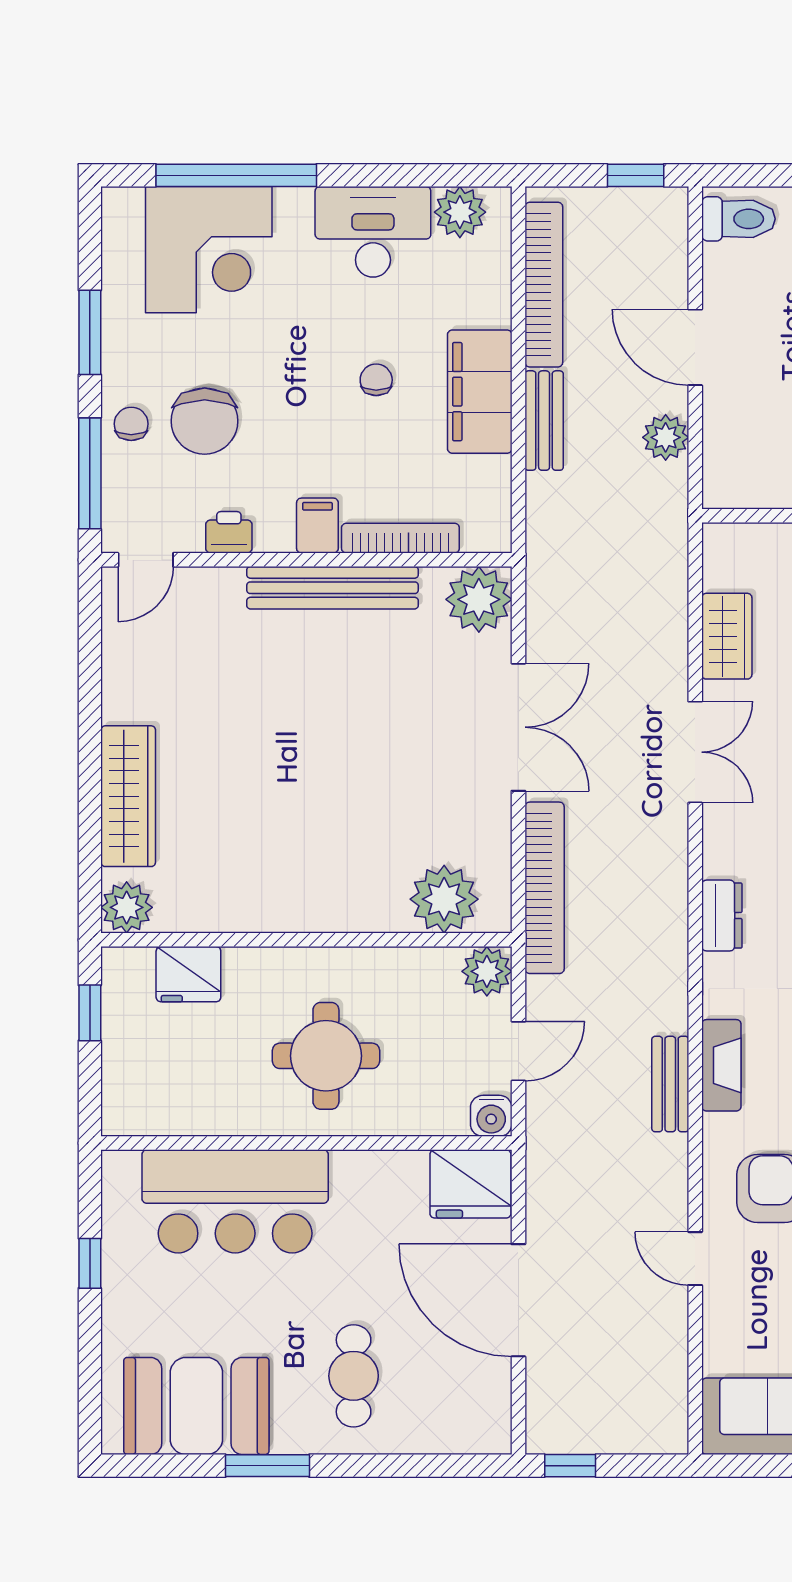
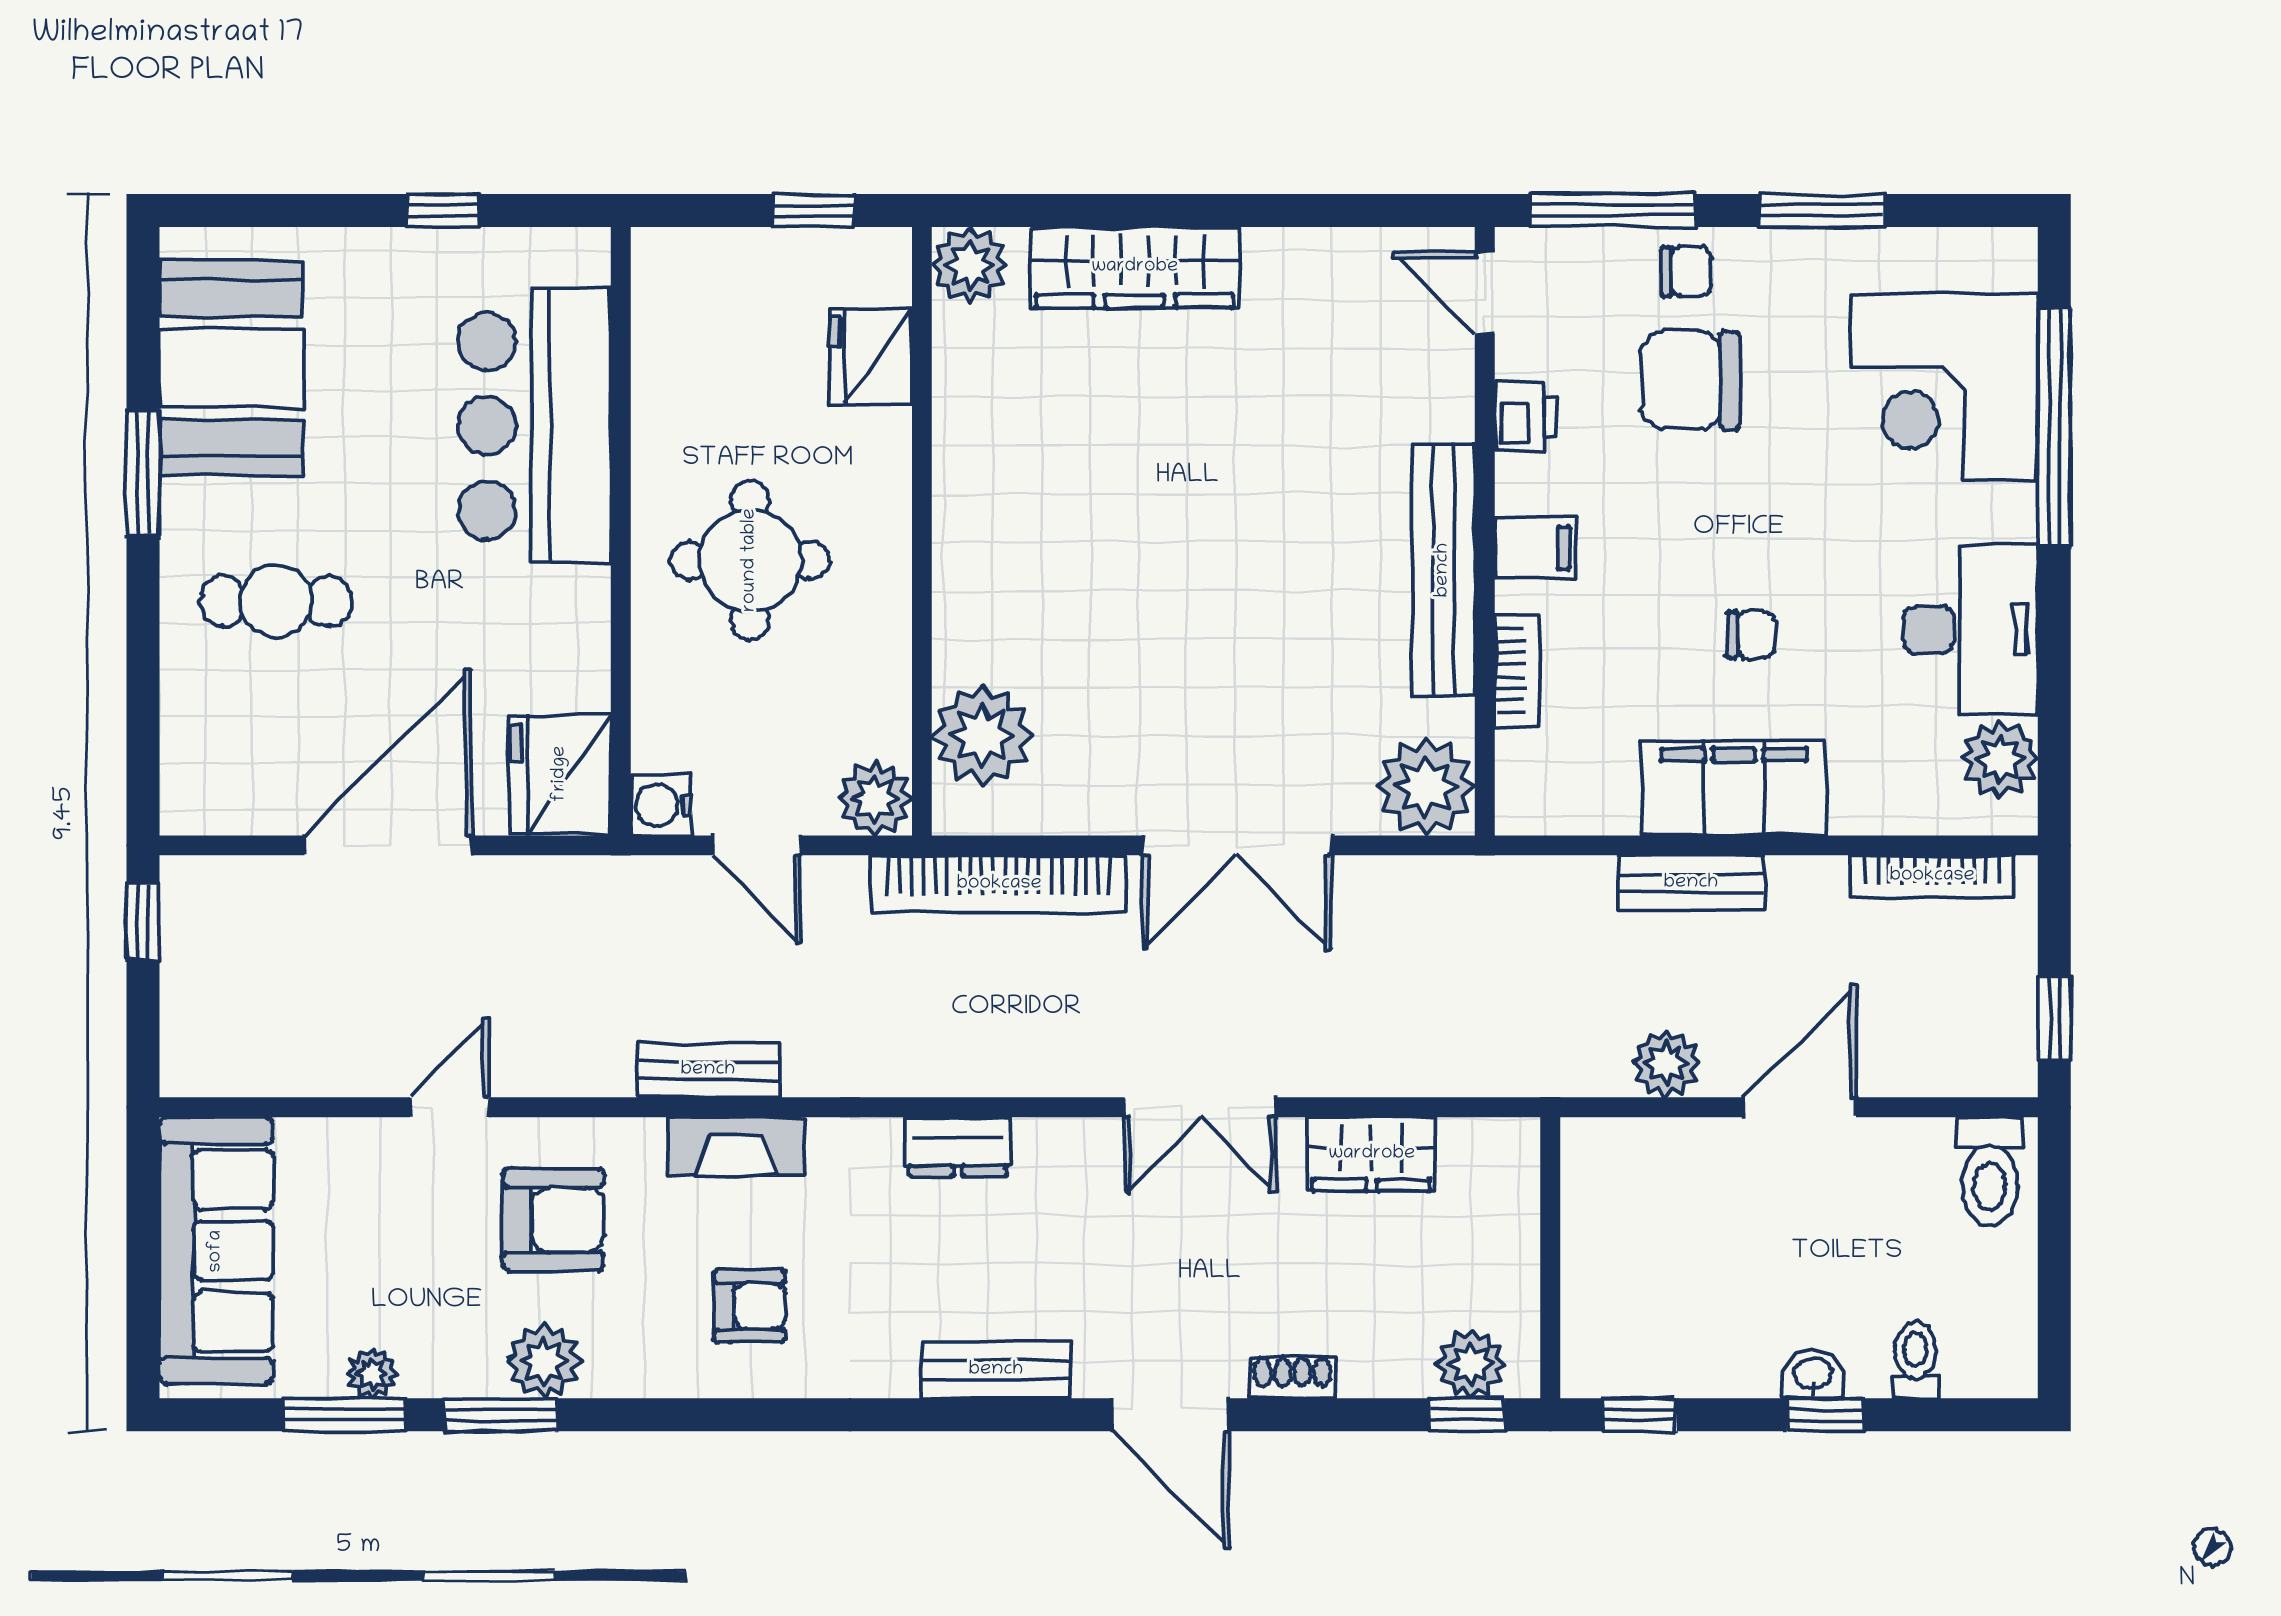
bookcase: (544, 285) -> (1932, 876), width x0.68, depth x0.76
bookcase: (400, 538) -> (1517, 671), width x0.64

